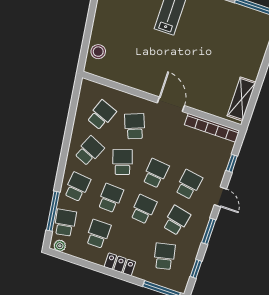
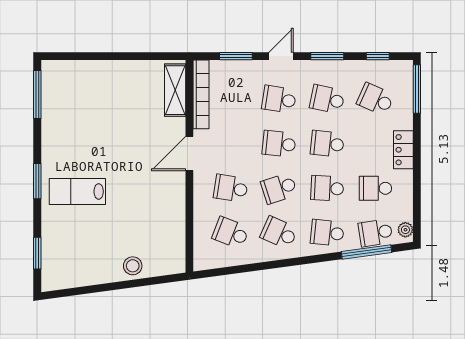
stool: (98, 52) -> (133, 266), moved
shelving: (242, 99) -> (175, 90), moved, turned 90
school desk: (135, 126) -> (231, 188), turned 30
window: (232, 163) -> (236, 56), width x1.50
school desk: (164, 256) -> (375, 99), turned 36

